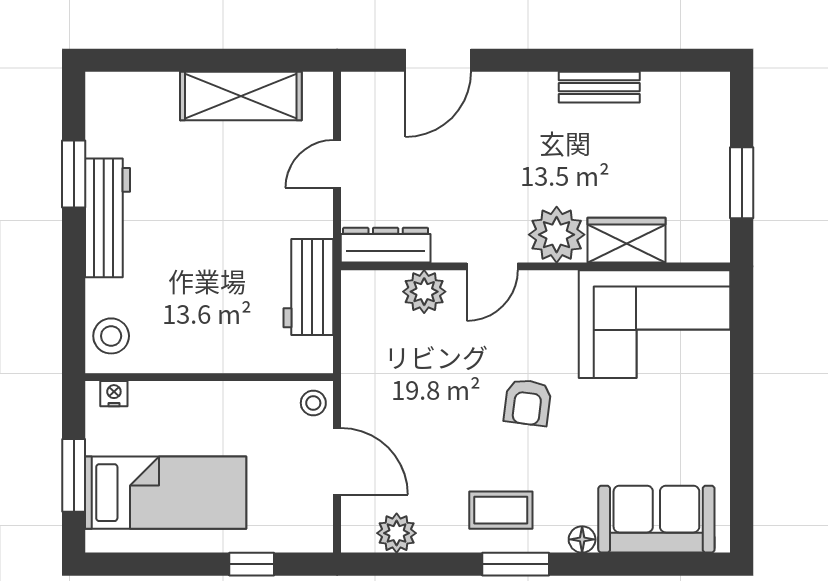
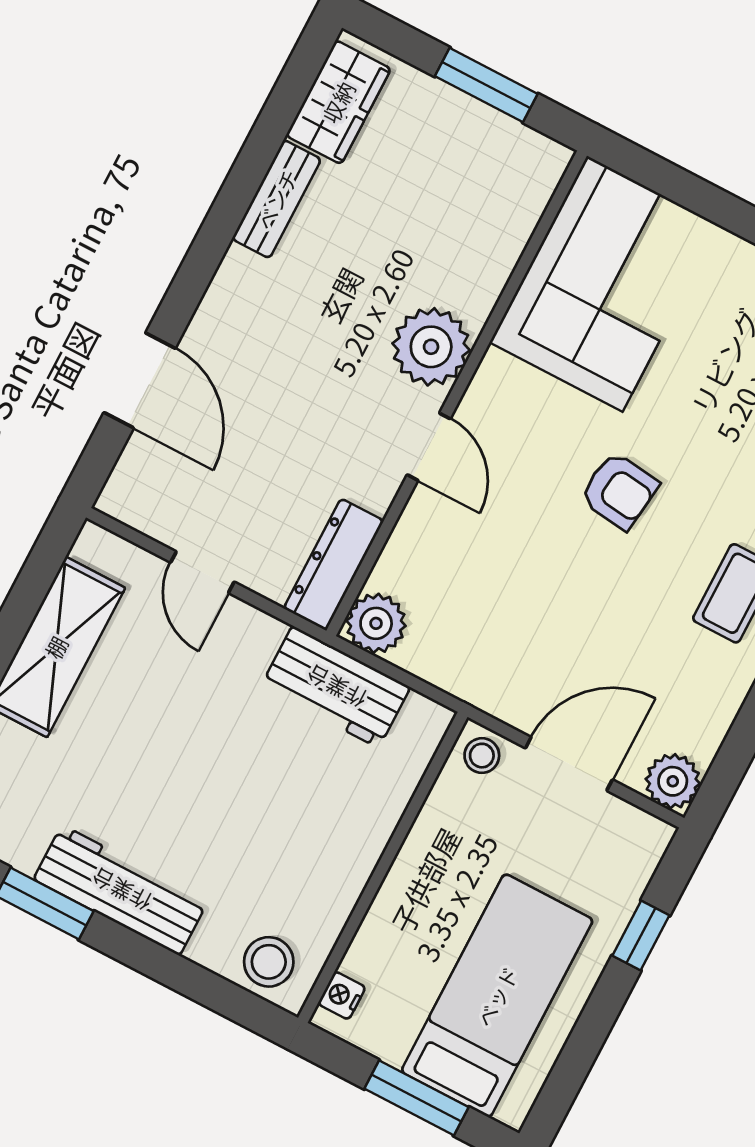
wardrobe: (626, 240) -> (338, 102), moved, turned 180
plant: (424, 292) -> (376, 623), moved
plant: (397, 533) -> (673, 781), moved

